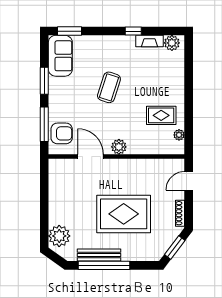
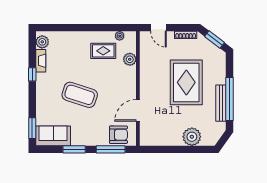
coffee table: (109, 87) -> (80, 95), width x1.36, depth x1.32
rug: (161, 115) -> (103, 51), turned 90
armchair: (62, 133) -> (118, 135), turned 90
plant: (119, 147) -> (130, 59), moved
plant: (59, 236) -> (192, 137), moved

